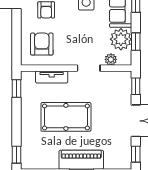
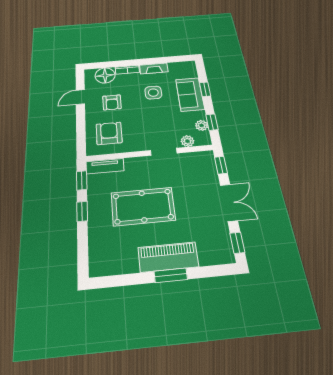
plant: (121, 39) -> (202, 125), width x0.53, depth x0.53
tv unit: (52, 77) -> (105, 166), moved
window: (17, 155) -> (82, 211), moved

